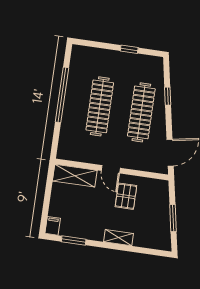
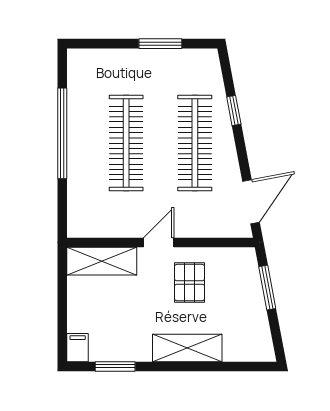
window: (129, 49) -> (160, 44), width x1.50
door: (111, 169) -> (159, 242), swing flipped
window: (173, 218) -> (267, 288), moved
shelving: (119, 238) -> (187, 348), width x1.50, depth x1.33

